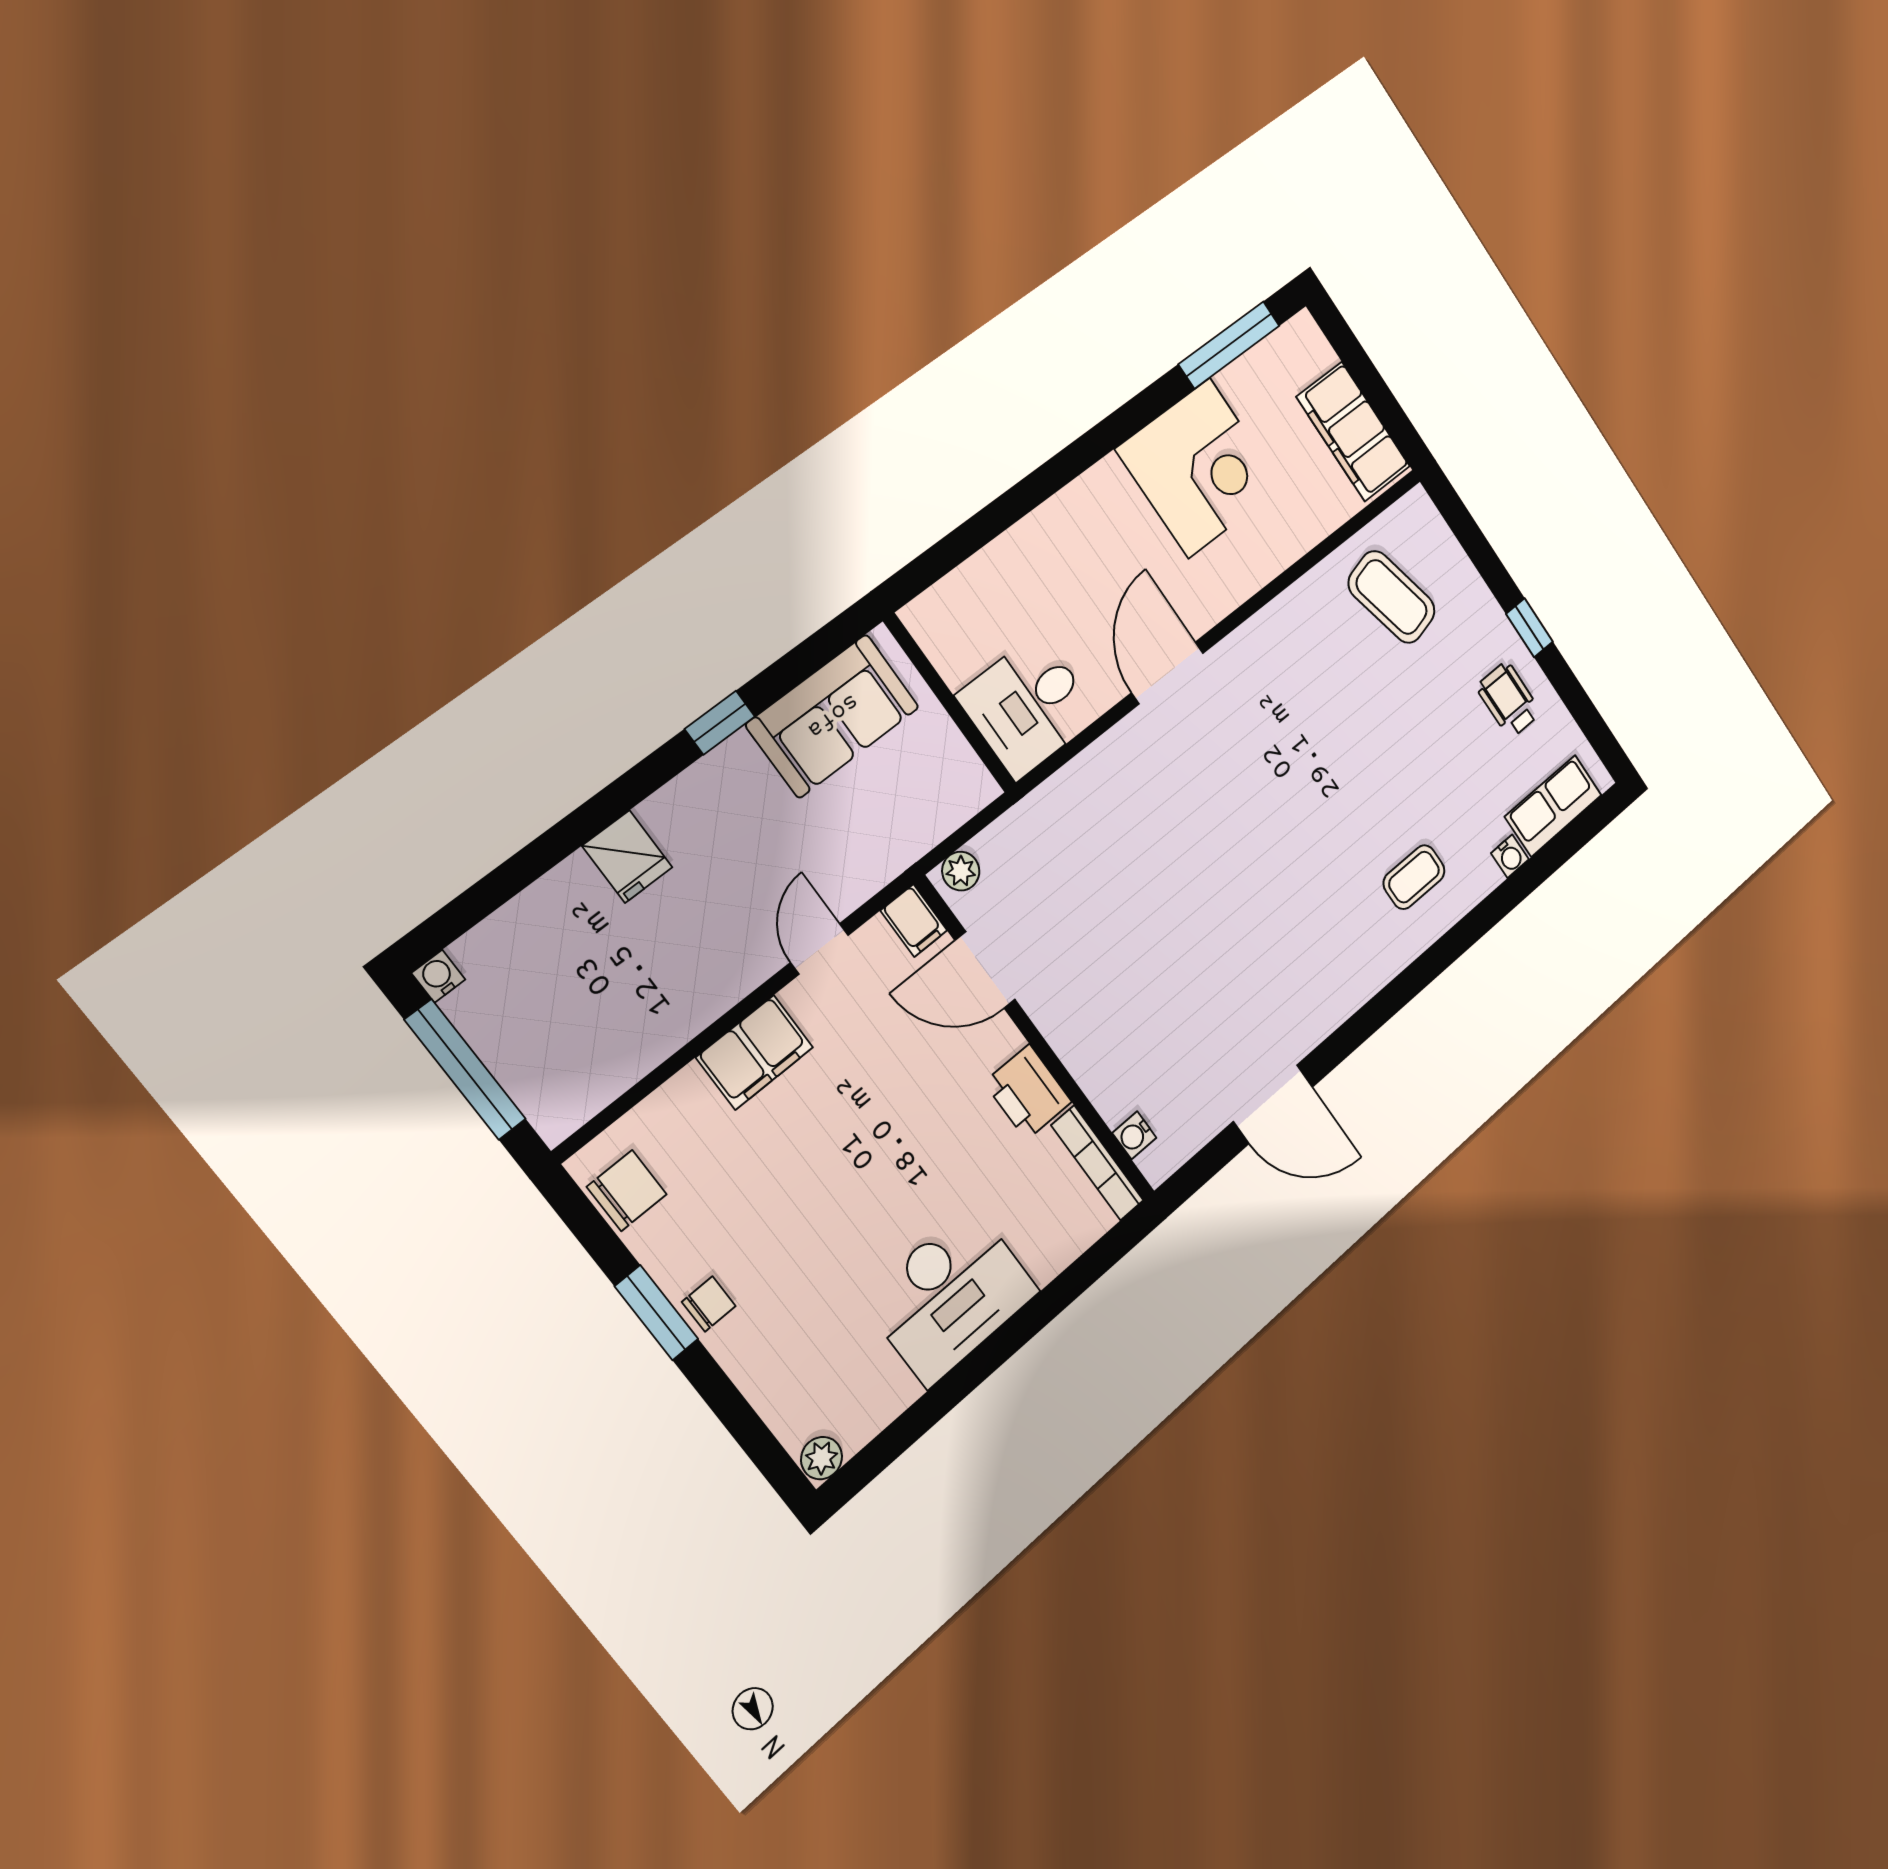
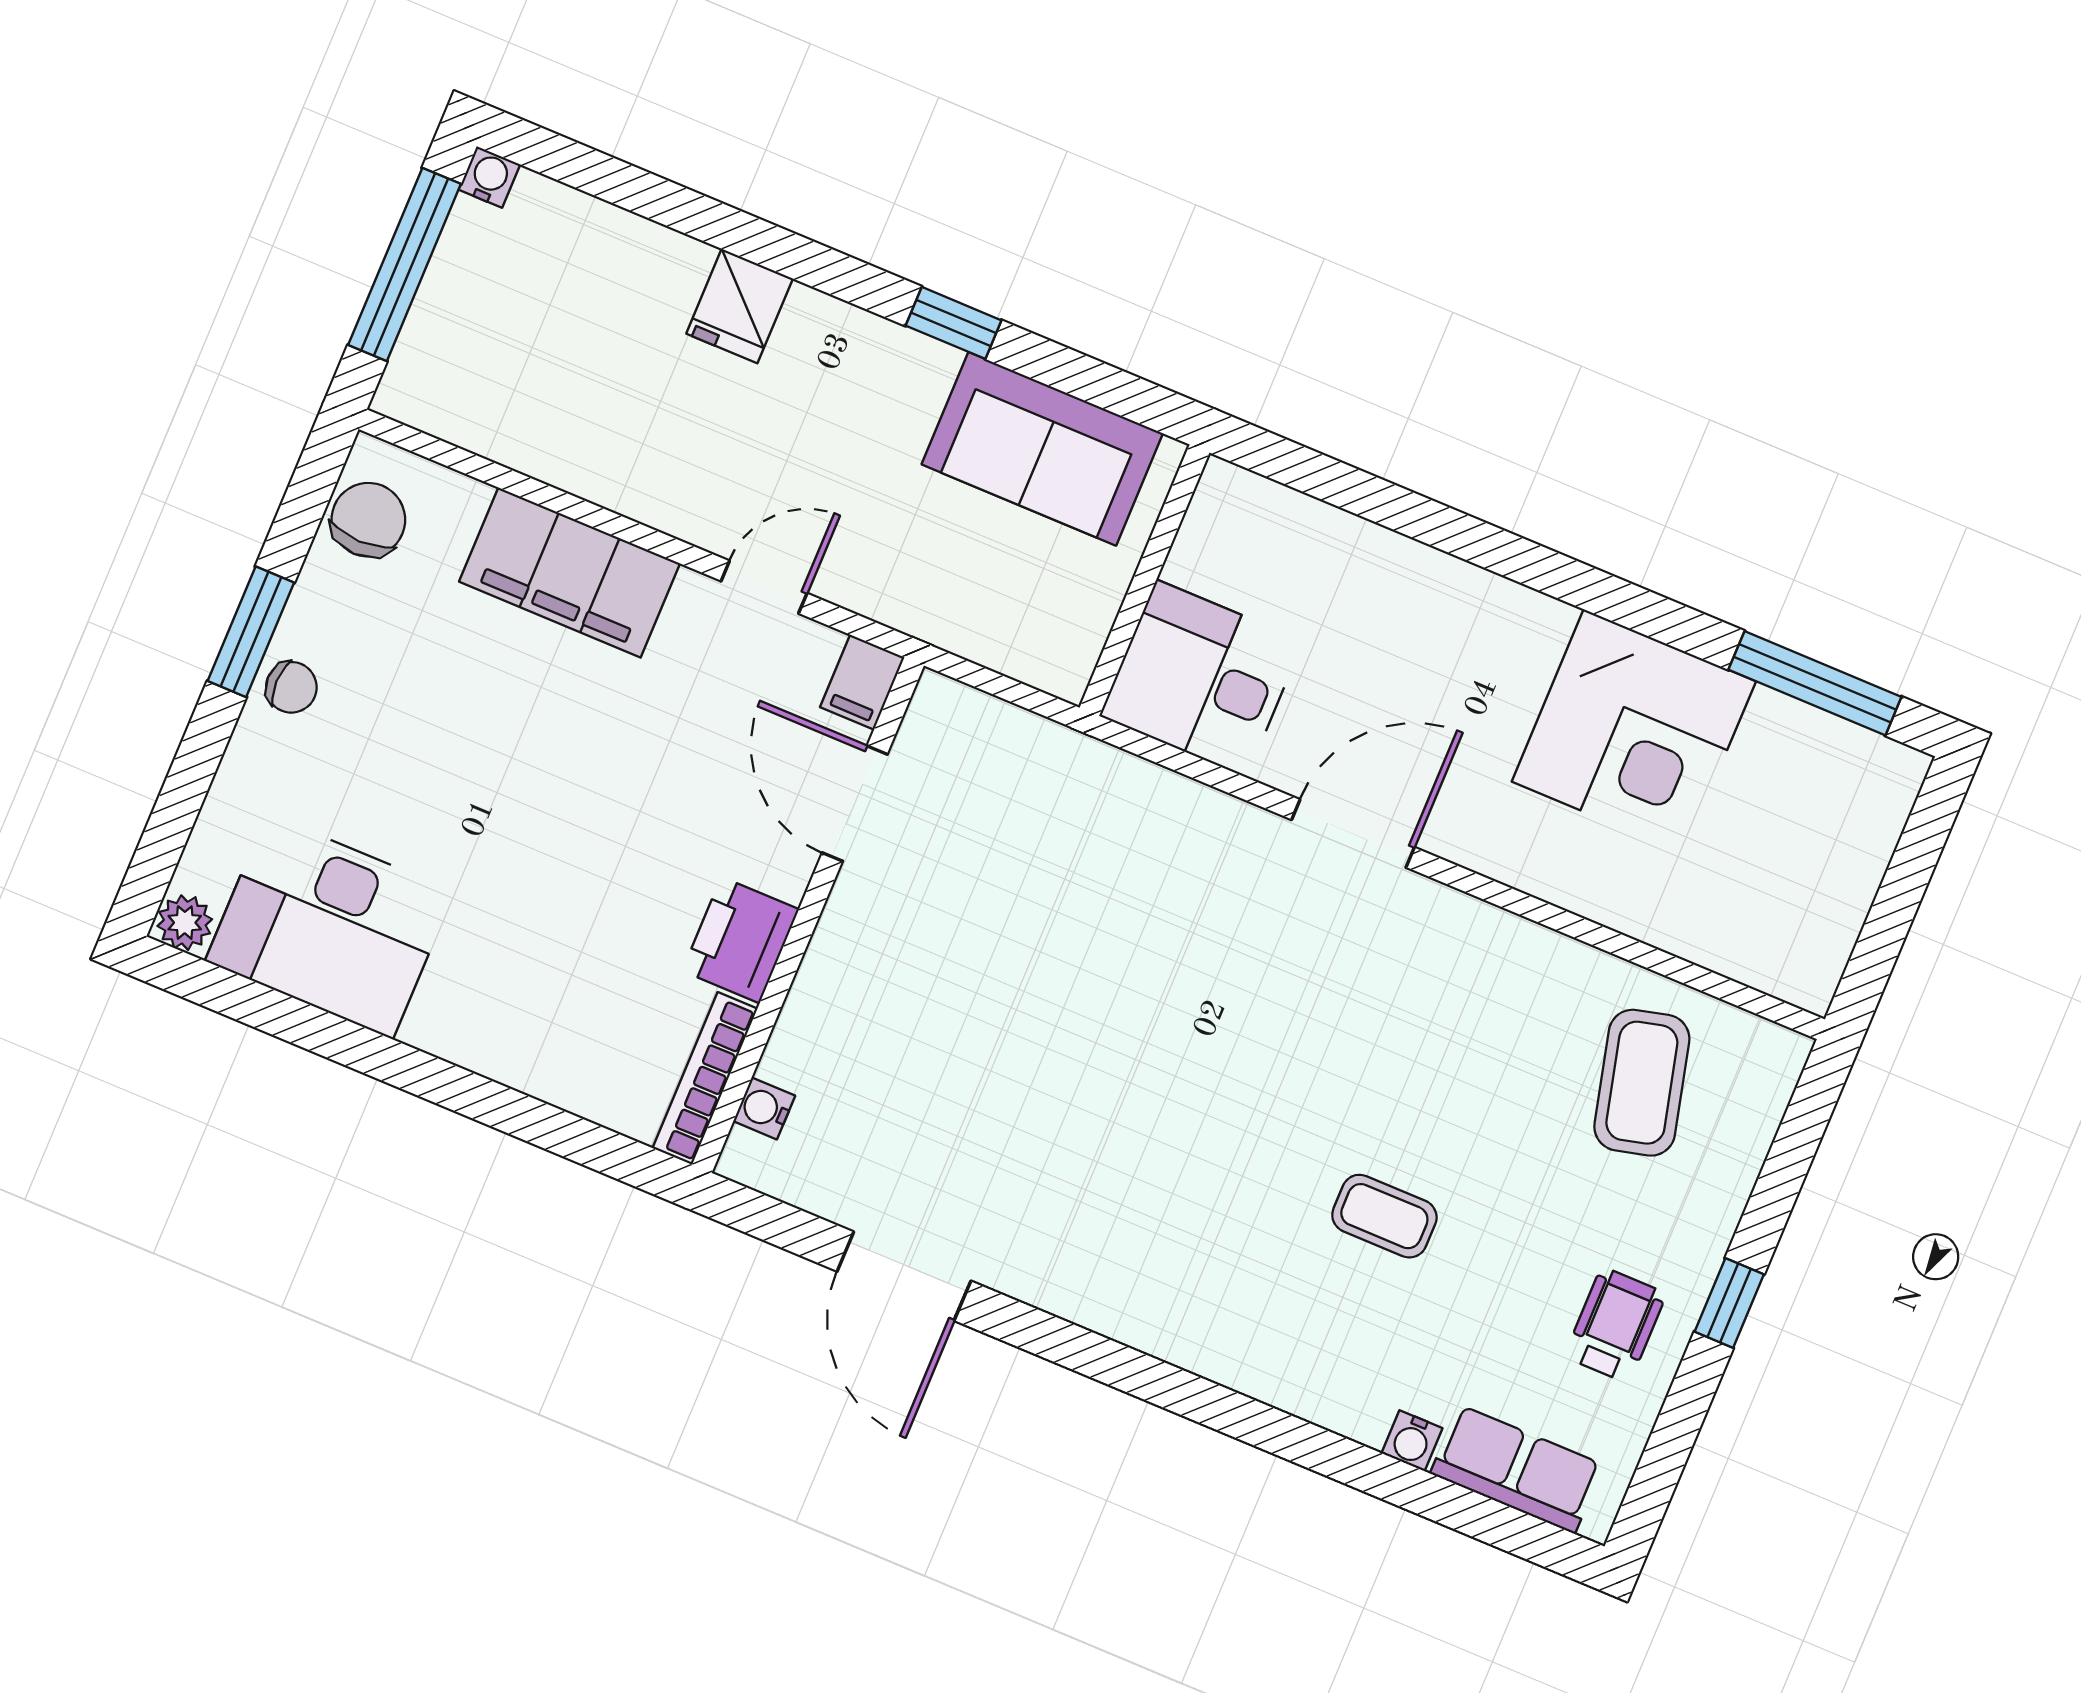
filing cabinet: (1353, 432) -> (1819, 911), removed
plant: (961, 871) -> (954, 707), removed
coffee table: (1414, 877) -> (1384, 1216), moved
filing cabinet: (755, 1052) -> (570, 573), width x1.50, depth x1.17
chair: (627, 1191) -> (368, 520), turned -90
desk: (950, 1295) -> (330, 926), moved

